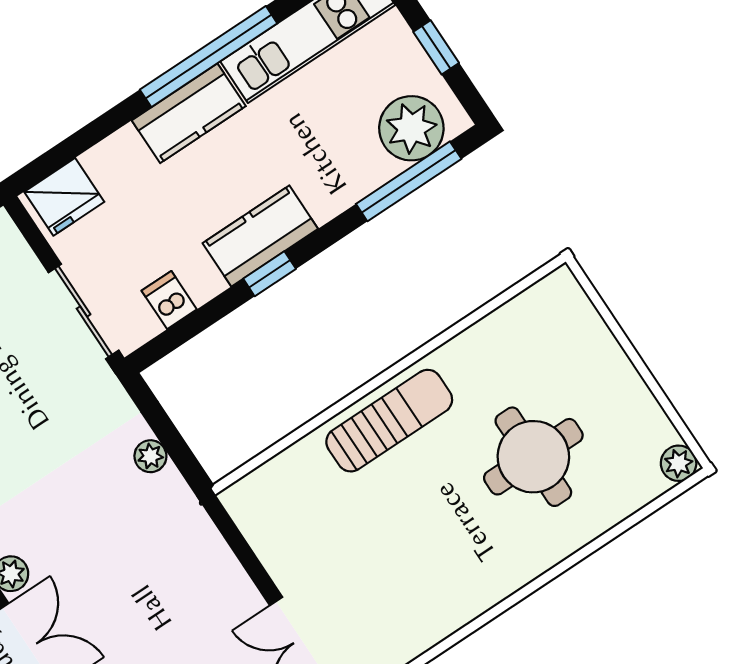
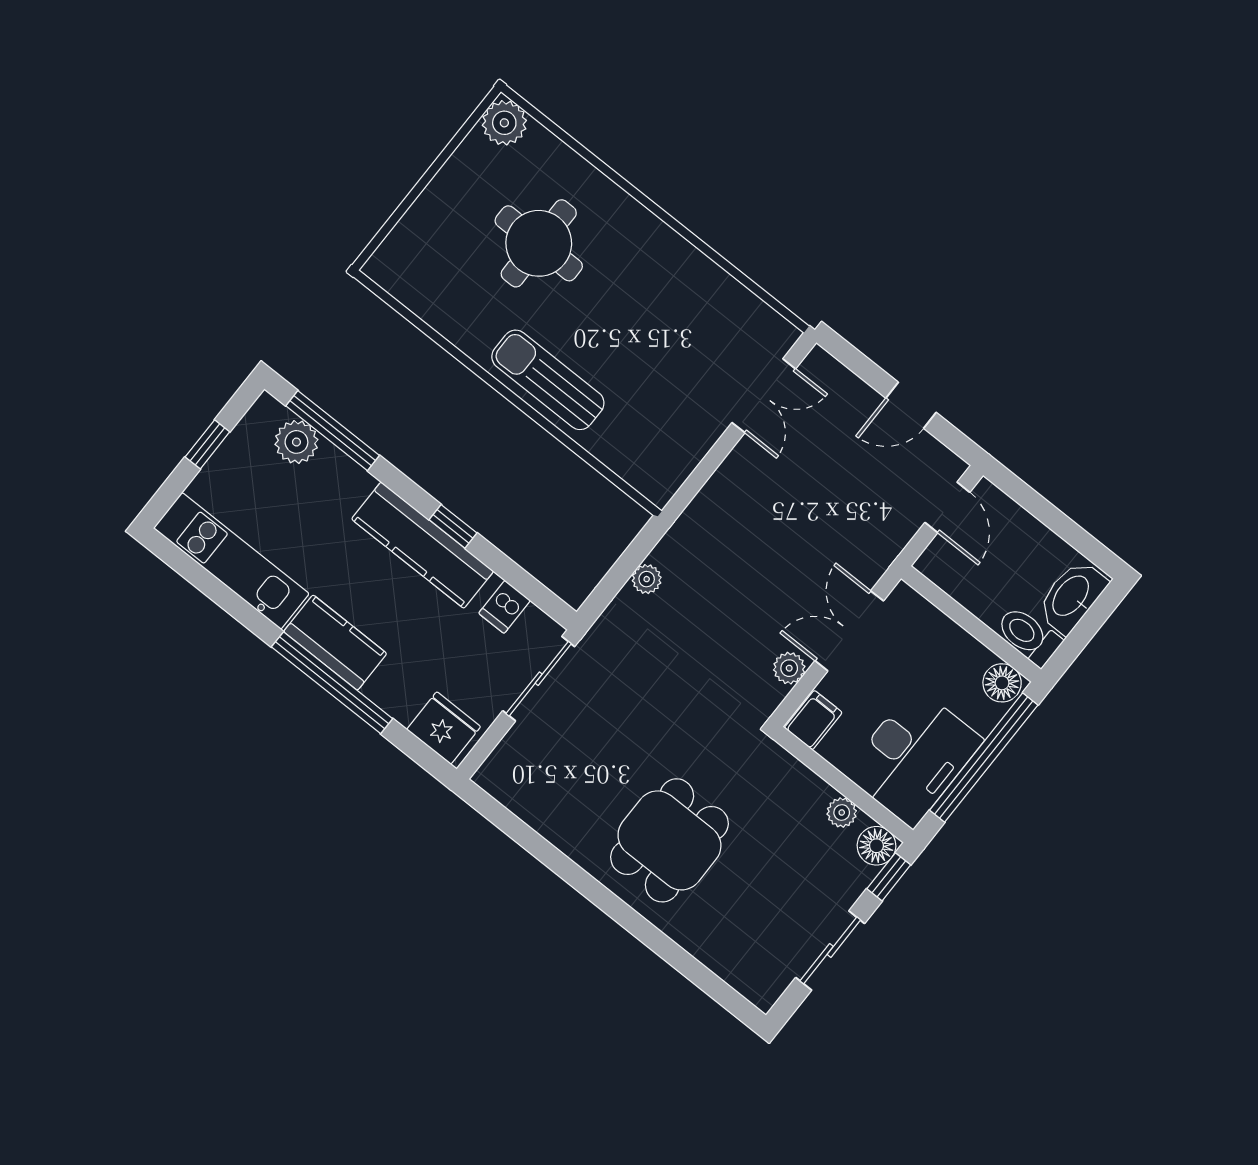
window: (209, 57) -> (332, 683), moved
plant: (411, 128) -> (296, 442), width x0.73, depth x0.73
kitchen counter: (260, 236) -> (423, 545), width x1.50
plant: (679, 463) -> (504, 123), width x1.38, depth x1.38

